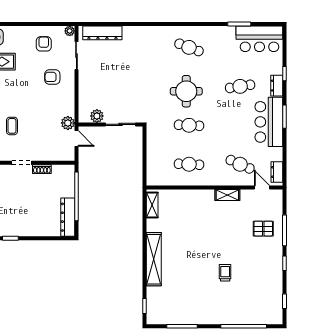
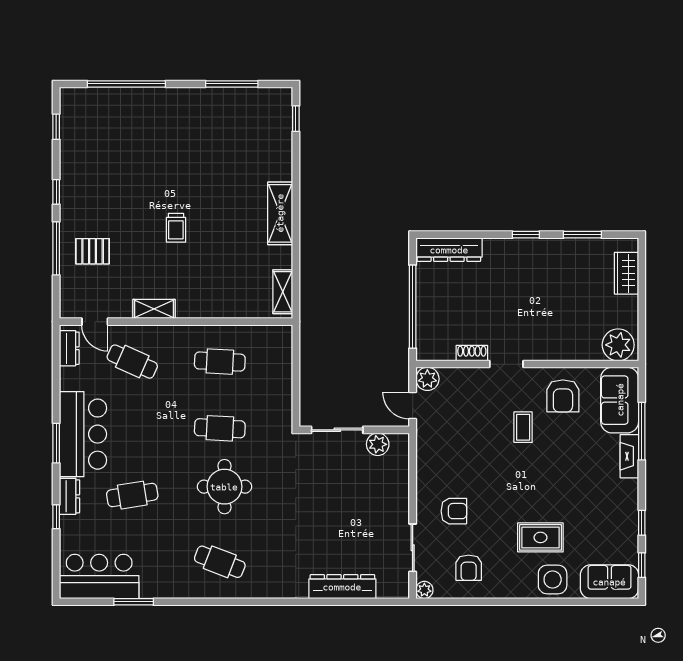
dresser: (102, 33) -> (342, 587), moved
plant: (68, 123) -> (427, 379), moved
dresser: (68, 217) -> (449, 250), moved, turned 90
shelving: (154, 259) -> (280, 213), width x0.68
trolley: (225, 273) -> (176, 228), moved

